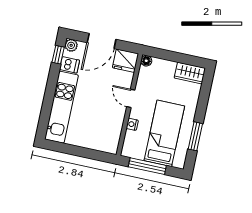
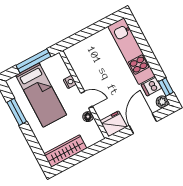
floor lamp: (146, 61) -> (88, 117), moved
wardrobe: (190, 73) -> (65, 151), width x1.50

